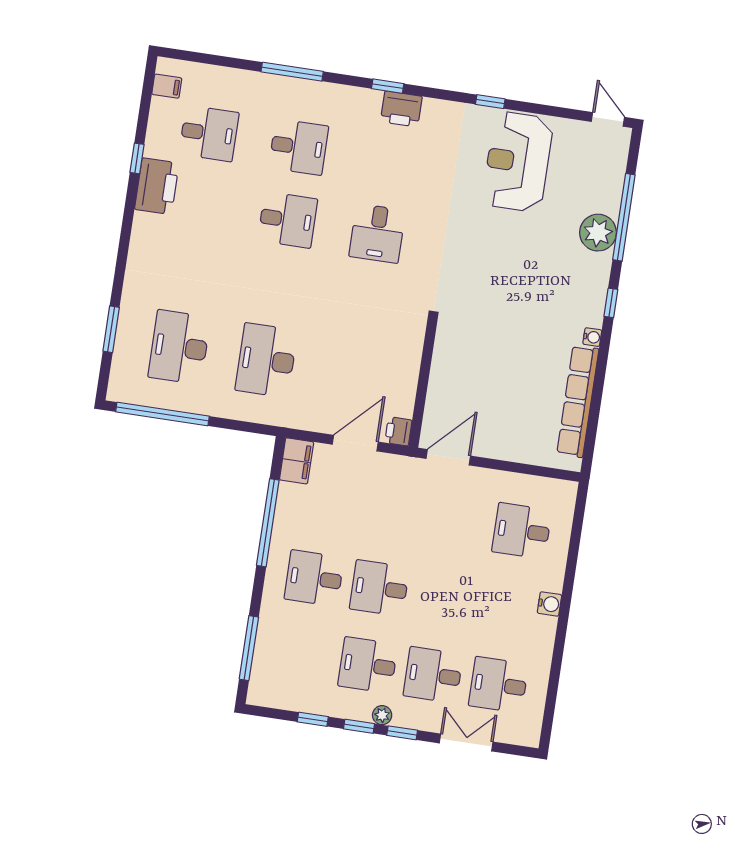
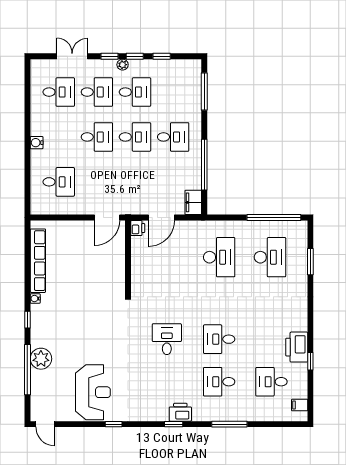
printer: (401, 109) -> (180, 412), moved
desk: (445, 598) -> (97, 137), added
double door: (466, 742) -> (72, 56), swing flipped

